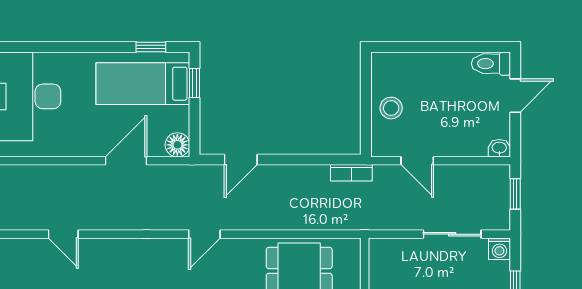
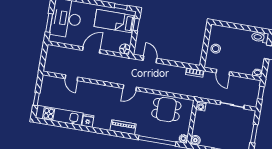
door: (241, 160) -> (150, 59), swing flipped
door: (126, 161) -> (91, 50), moved
washing machine: (499, 249) -> (201, 106), moved

